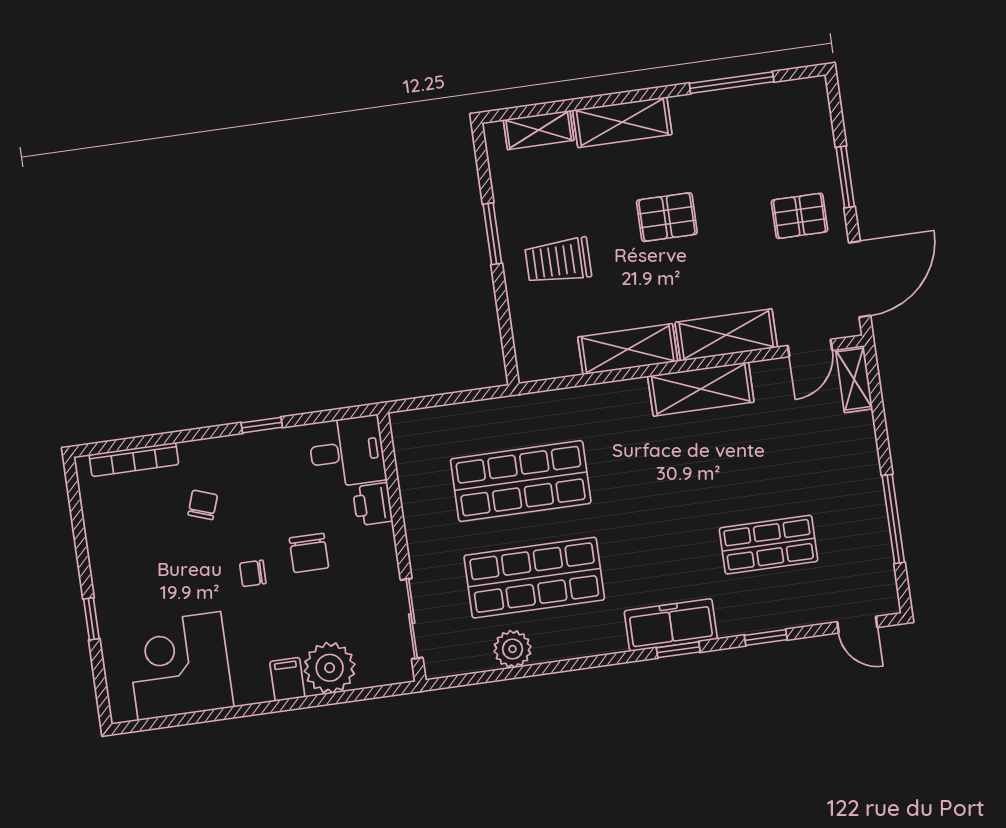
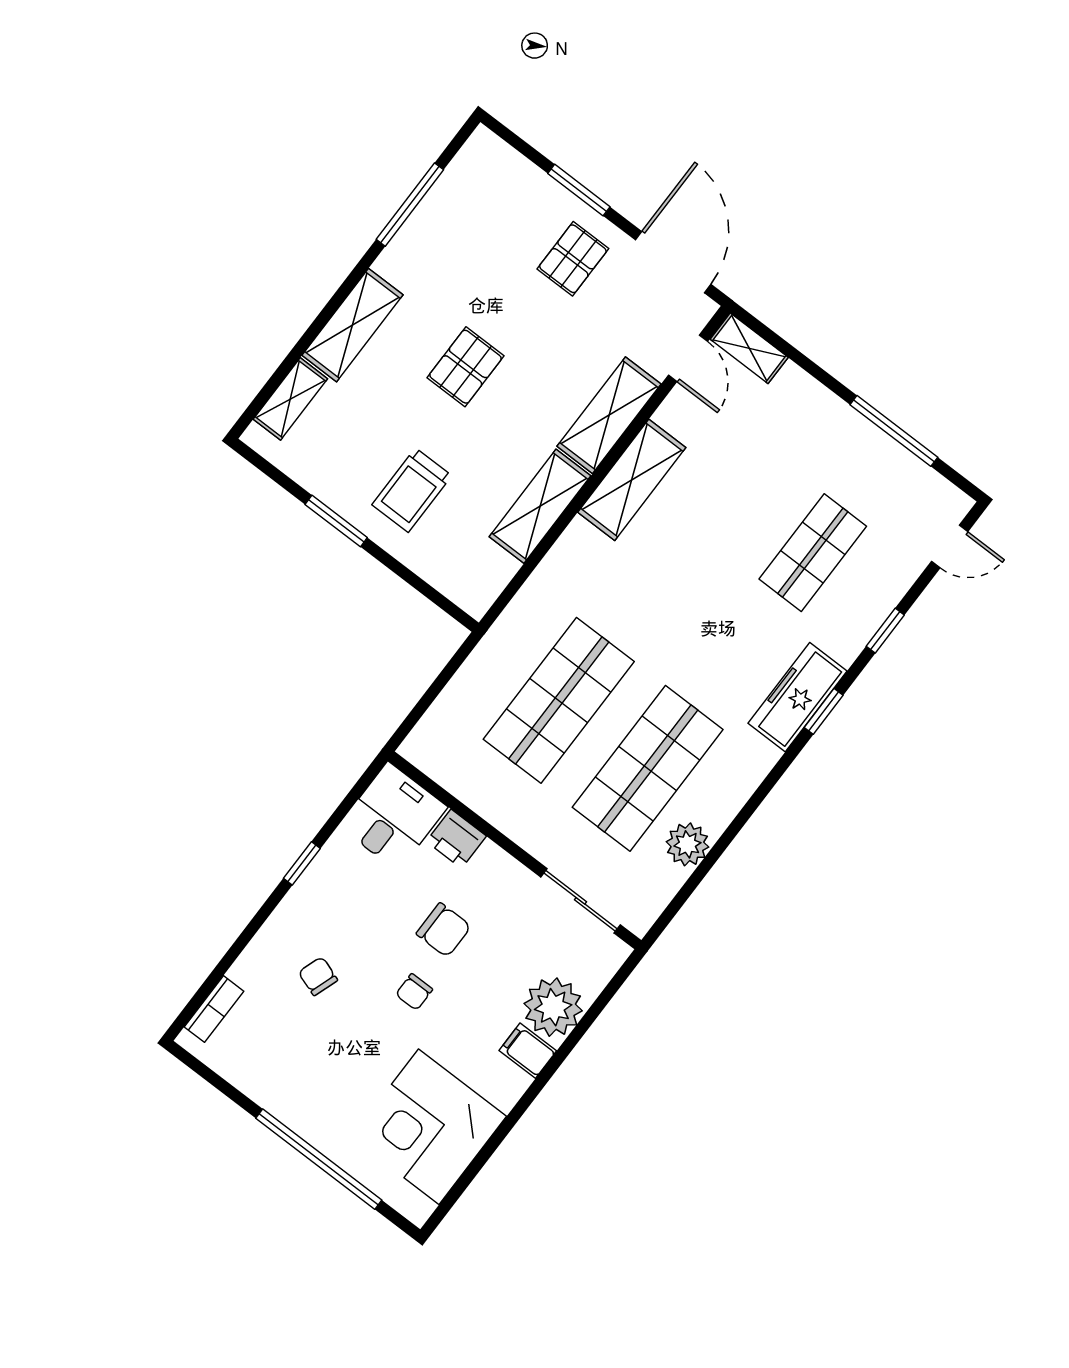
bookcase: (134, 459) -> (214, 1009), width x0.64
window: (91, 619) -> (319, 1159), width x3.17

